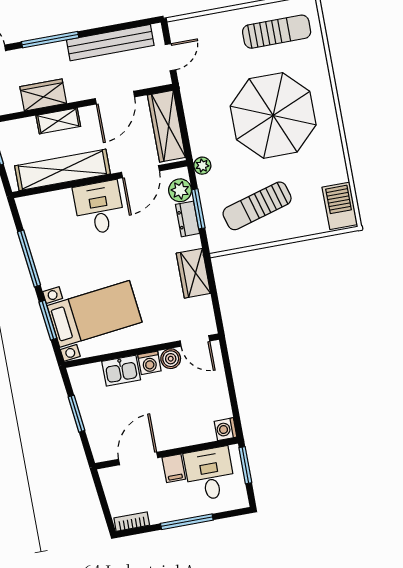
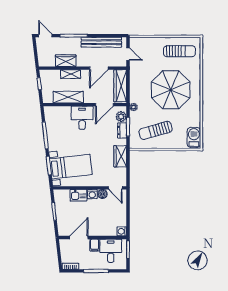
door: (170, 57) -> (128, 54), hinge flipped
shelving: (62, 170) -> (68, 97), width x0.68

